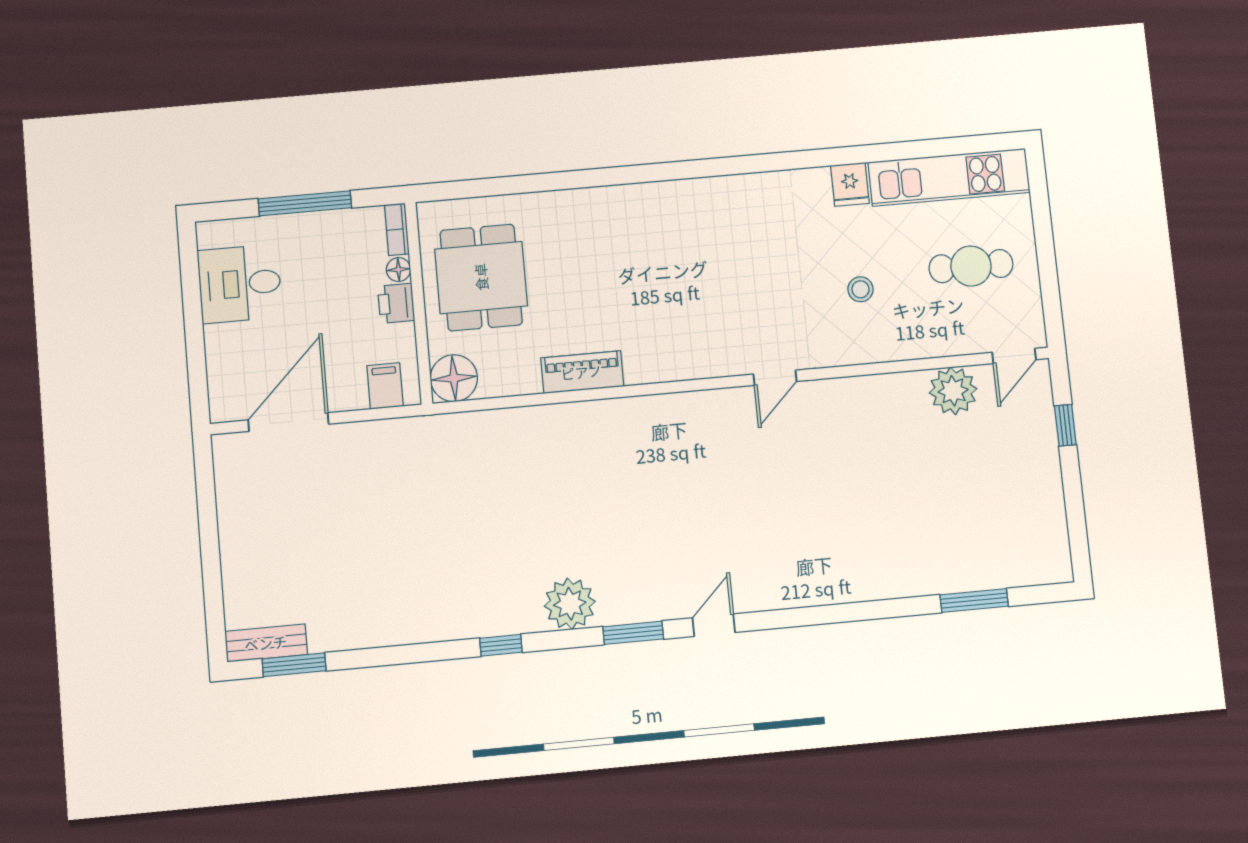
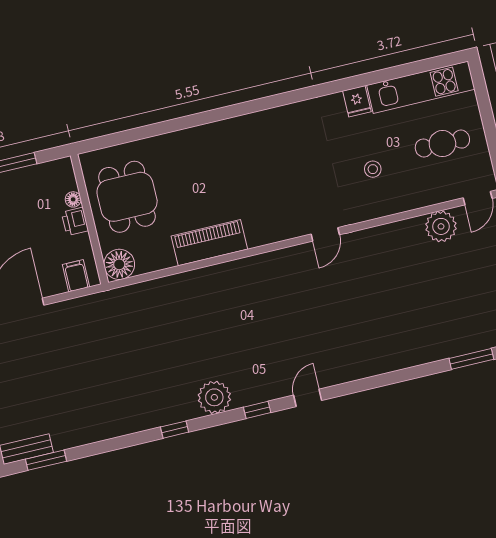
bookcase: (397, 229) -> (68, 173), removed
piano: (582, 372) -> (209, 243), width x1.37, depth x1.33
window: (633, 633) -> (257, 410), width x0.67

